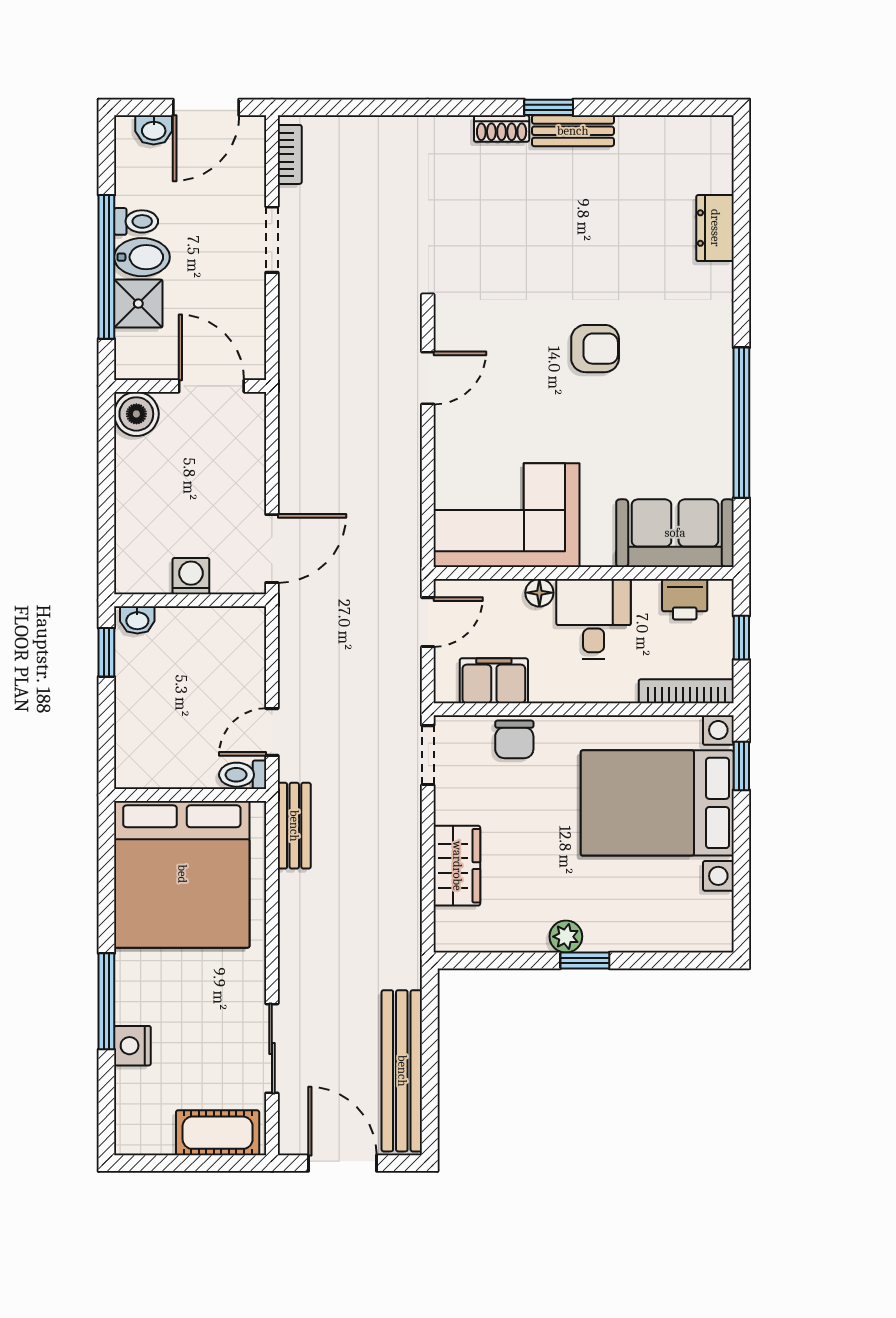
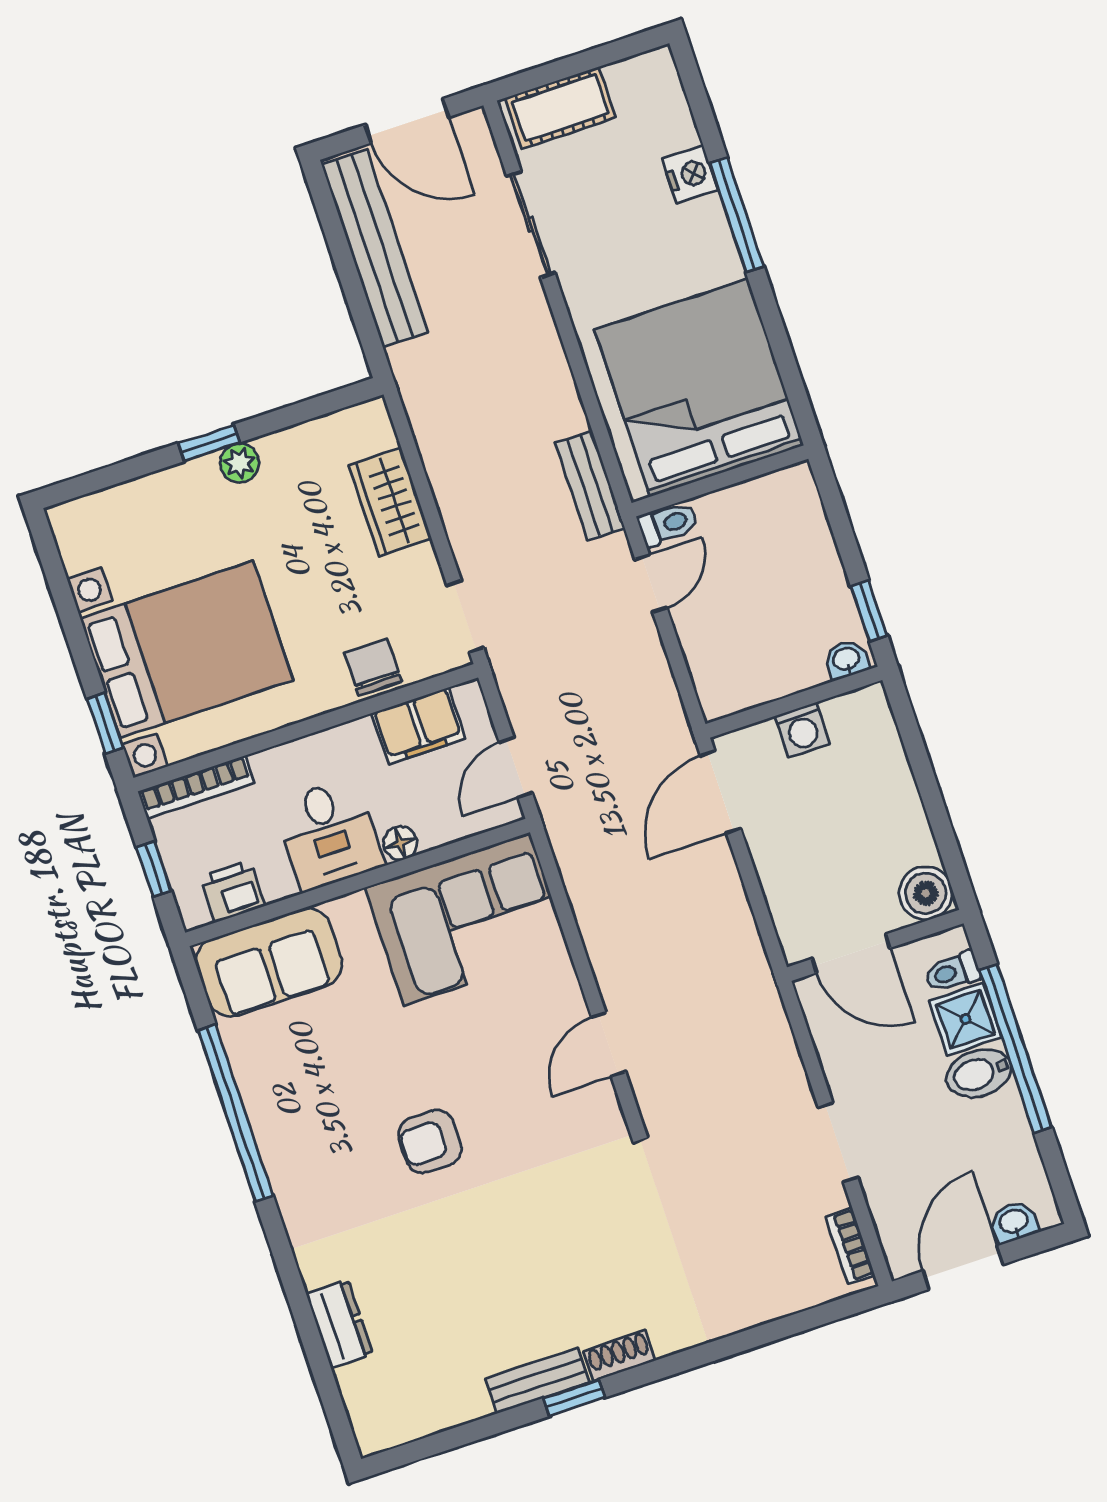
toilet: (136, 221) -> (952, 972), moved

